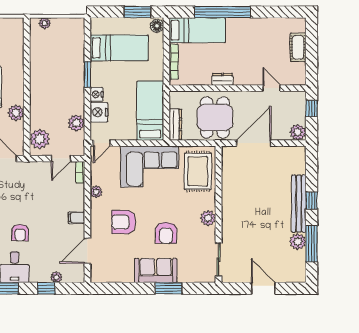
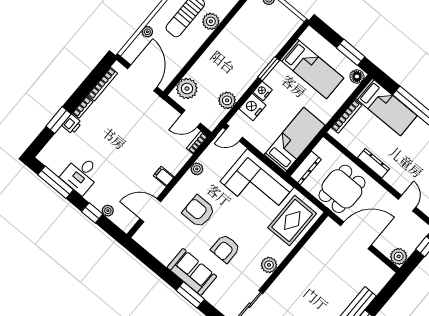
dresser: (222, 79) -> (374, 163), width x1.44
plant: (16, 113) -> (211, 21), moved
armchair: (20, 233) -> (109, 151), removed

